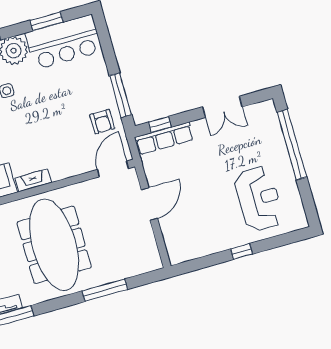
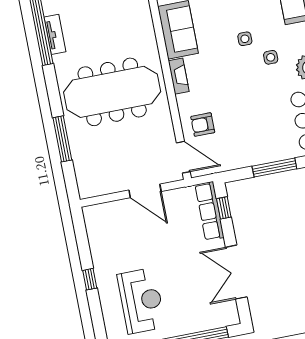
window: (121, 95) -> (274, 167), moved
double door: (222, 107) -> (236, 272), width x1.37
armchair: (102, 122) -> (203, 125), moved
reception desk: (259, 199) -> (141, 301), turned -90

